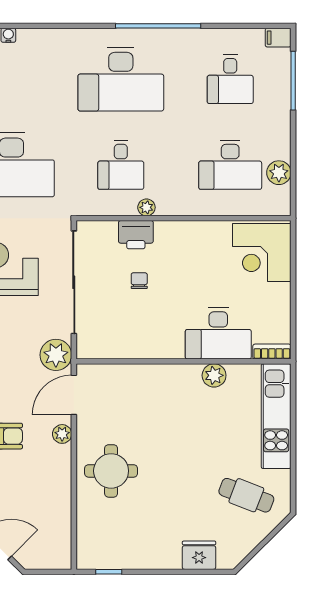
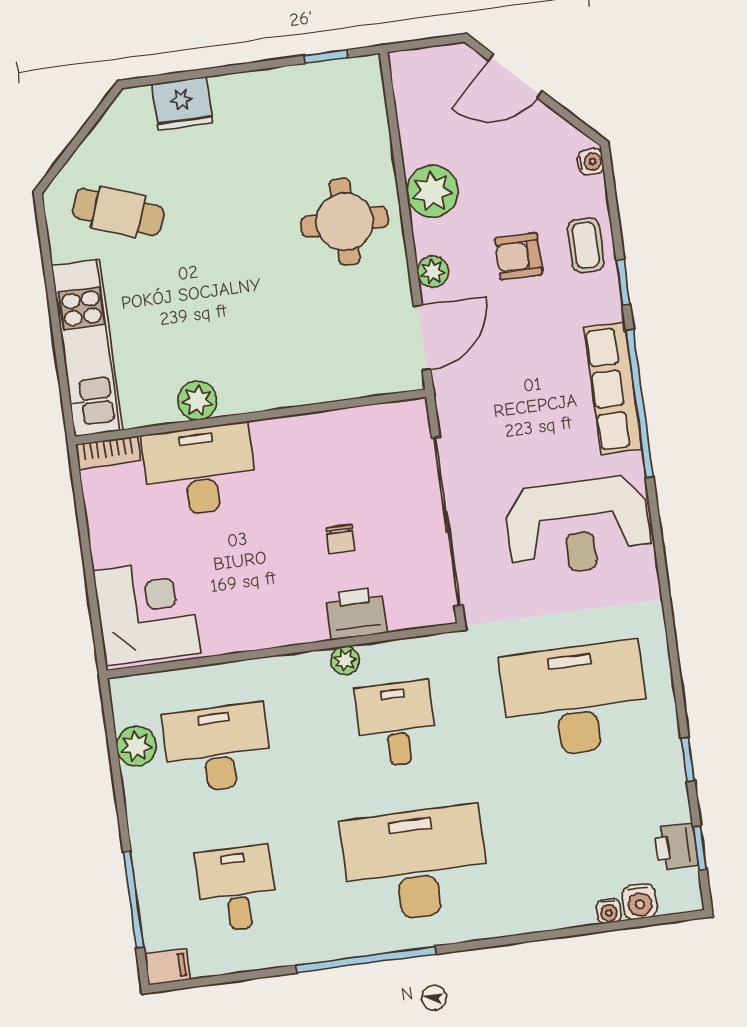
plant: (56, 355) -> (432, 191), moved

